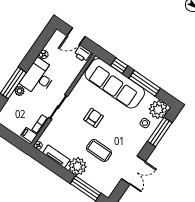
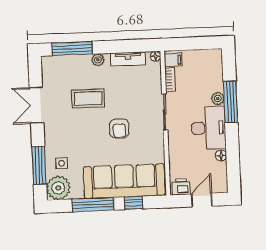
plant: (77, 166) -> (98, 60), width x0.53, depth x0.53

